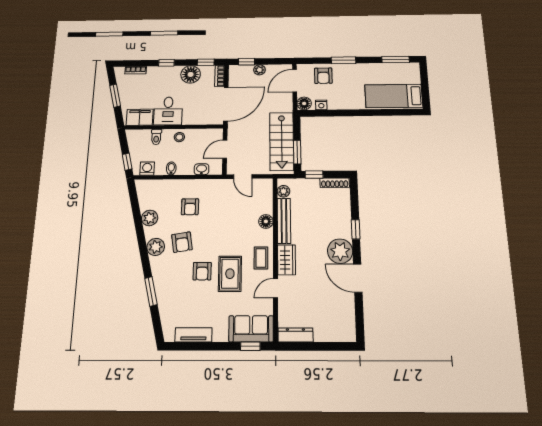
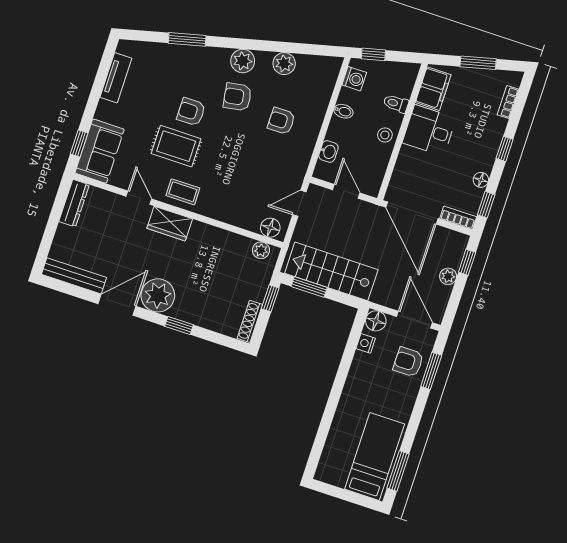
window: (343, 60) -> (431, 371), moved
floor lamp: (191, 74) -> (481, 180), width x0.53, depth x0.53
bed: (394, 96) -> (375, 457), moved
floor lamp: (266, 221) -> (270, 228), moved
bench: (284, 221) -> (74, 276), moved

